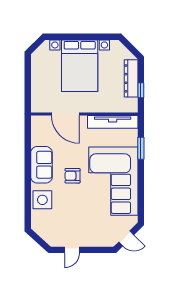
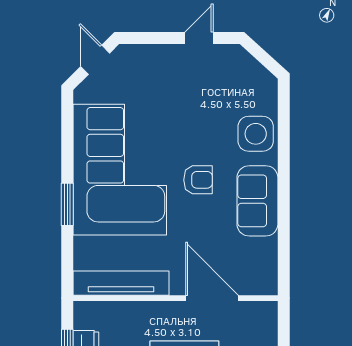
window: (141, 148) -> (67, 204), moved
door: (126, 238) -> (95, 60), hinge flipped

